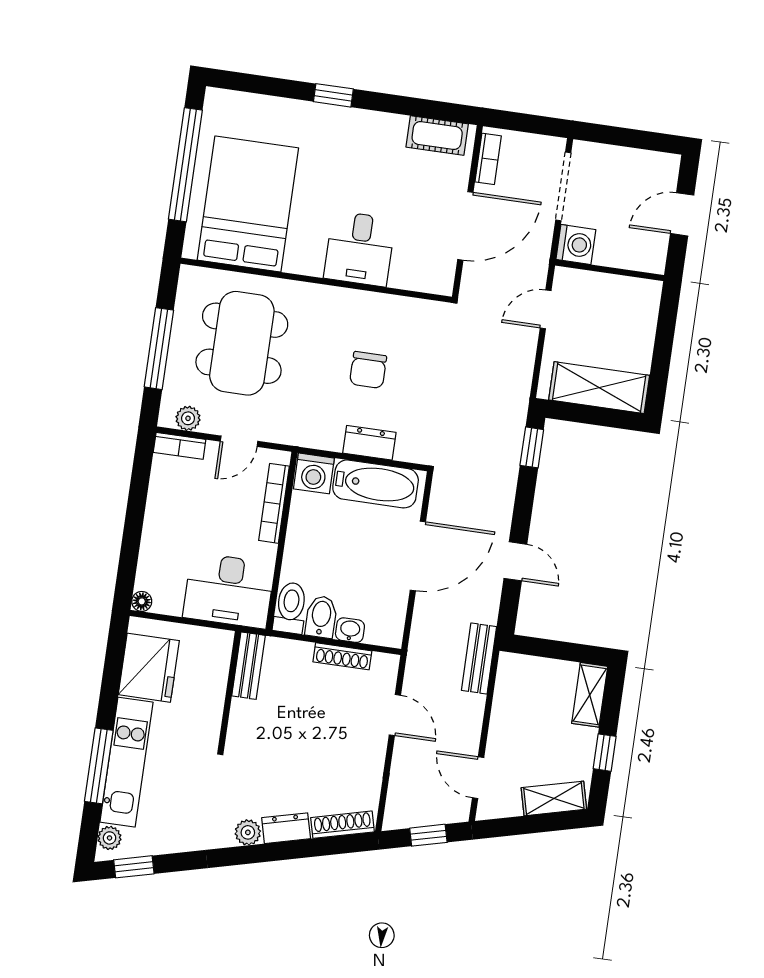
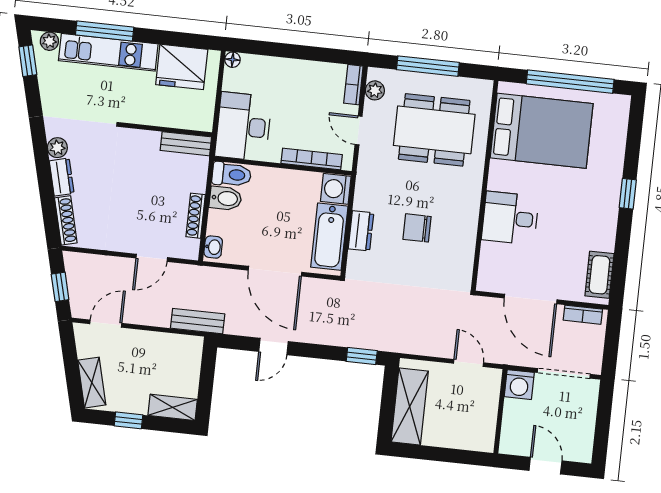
washbasin: (350, 630) -> (213, 247), moved

